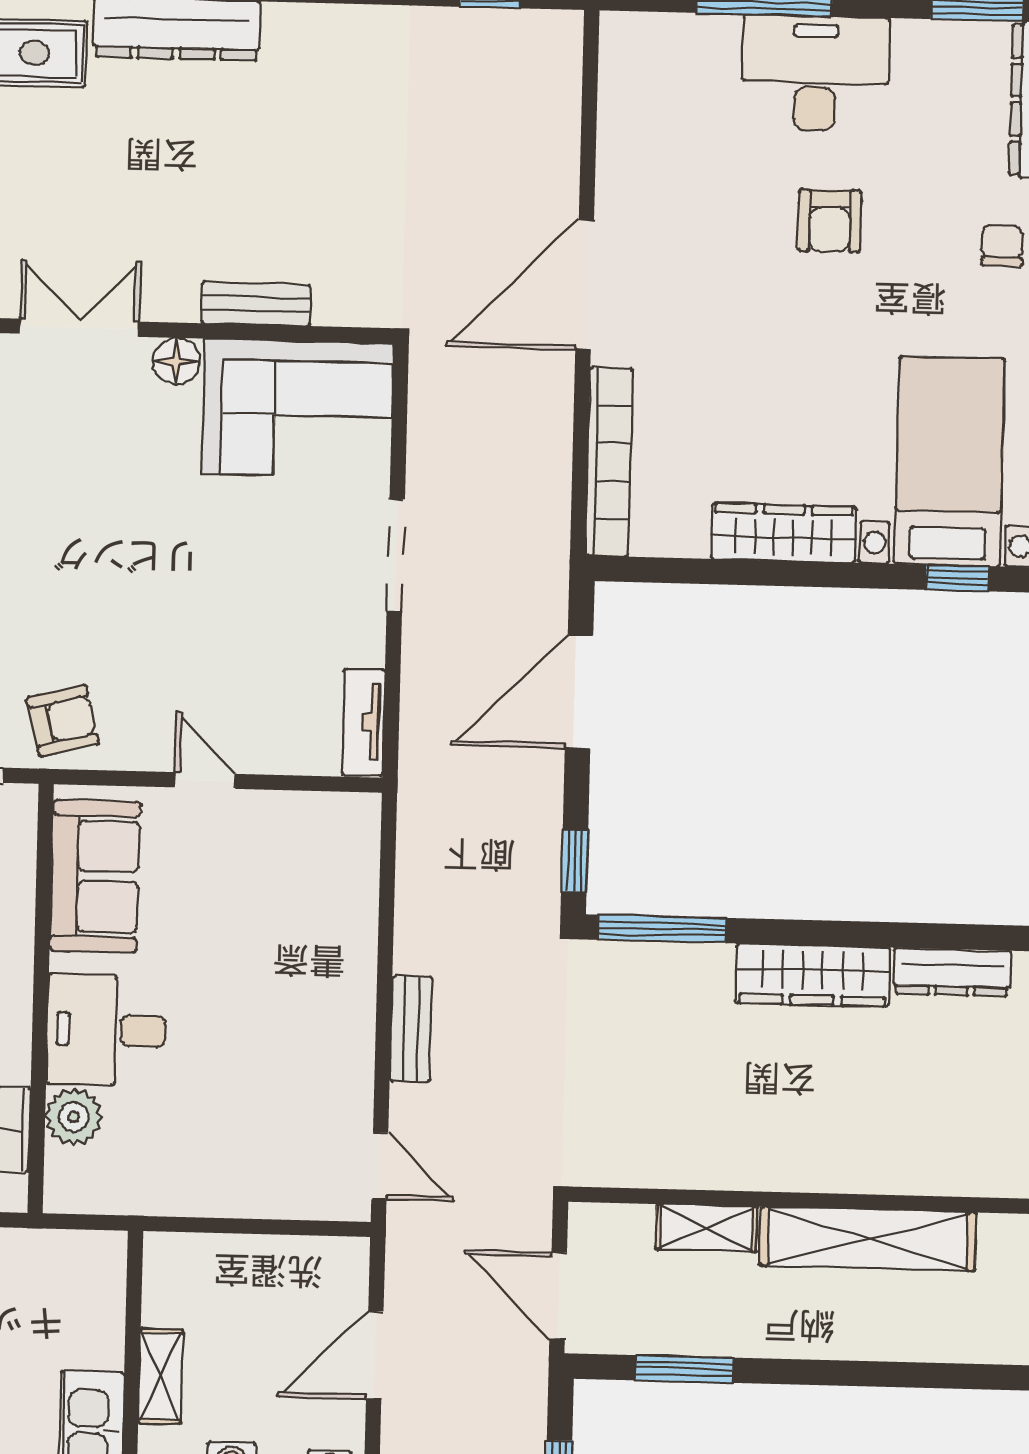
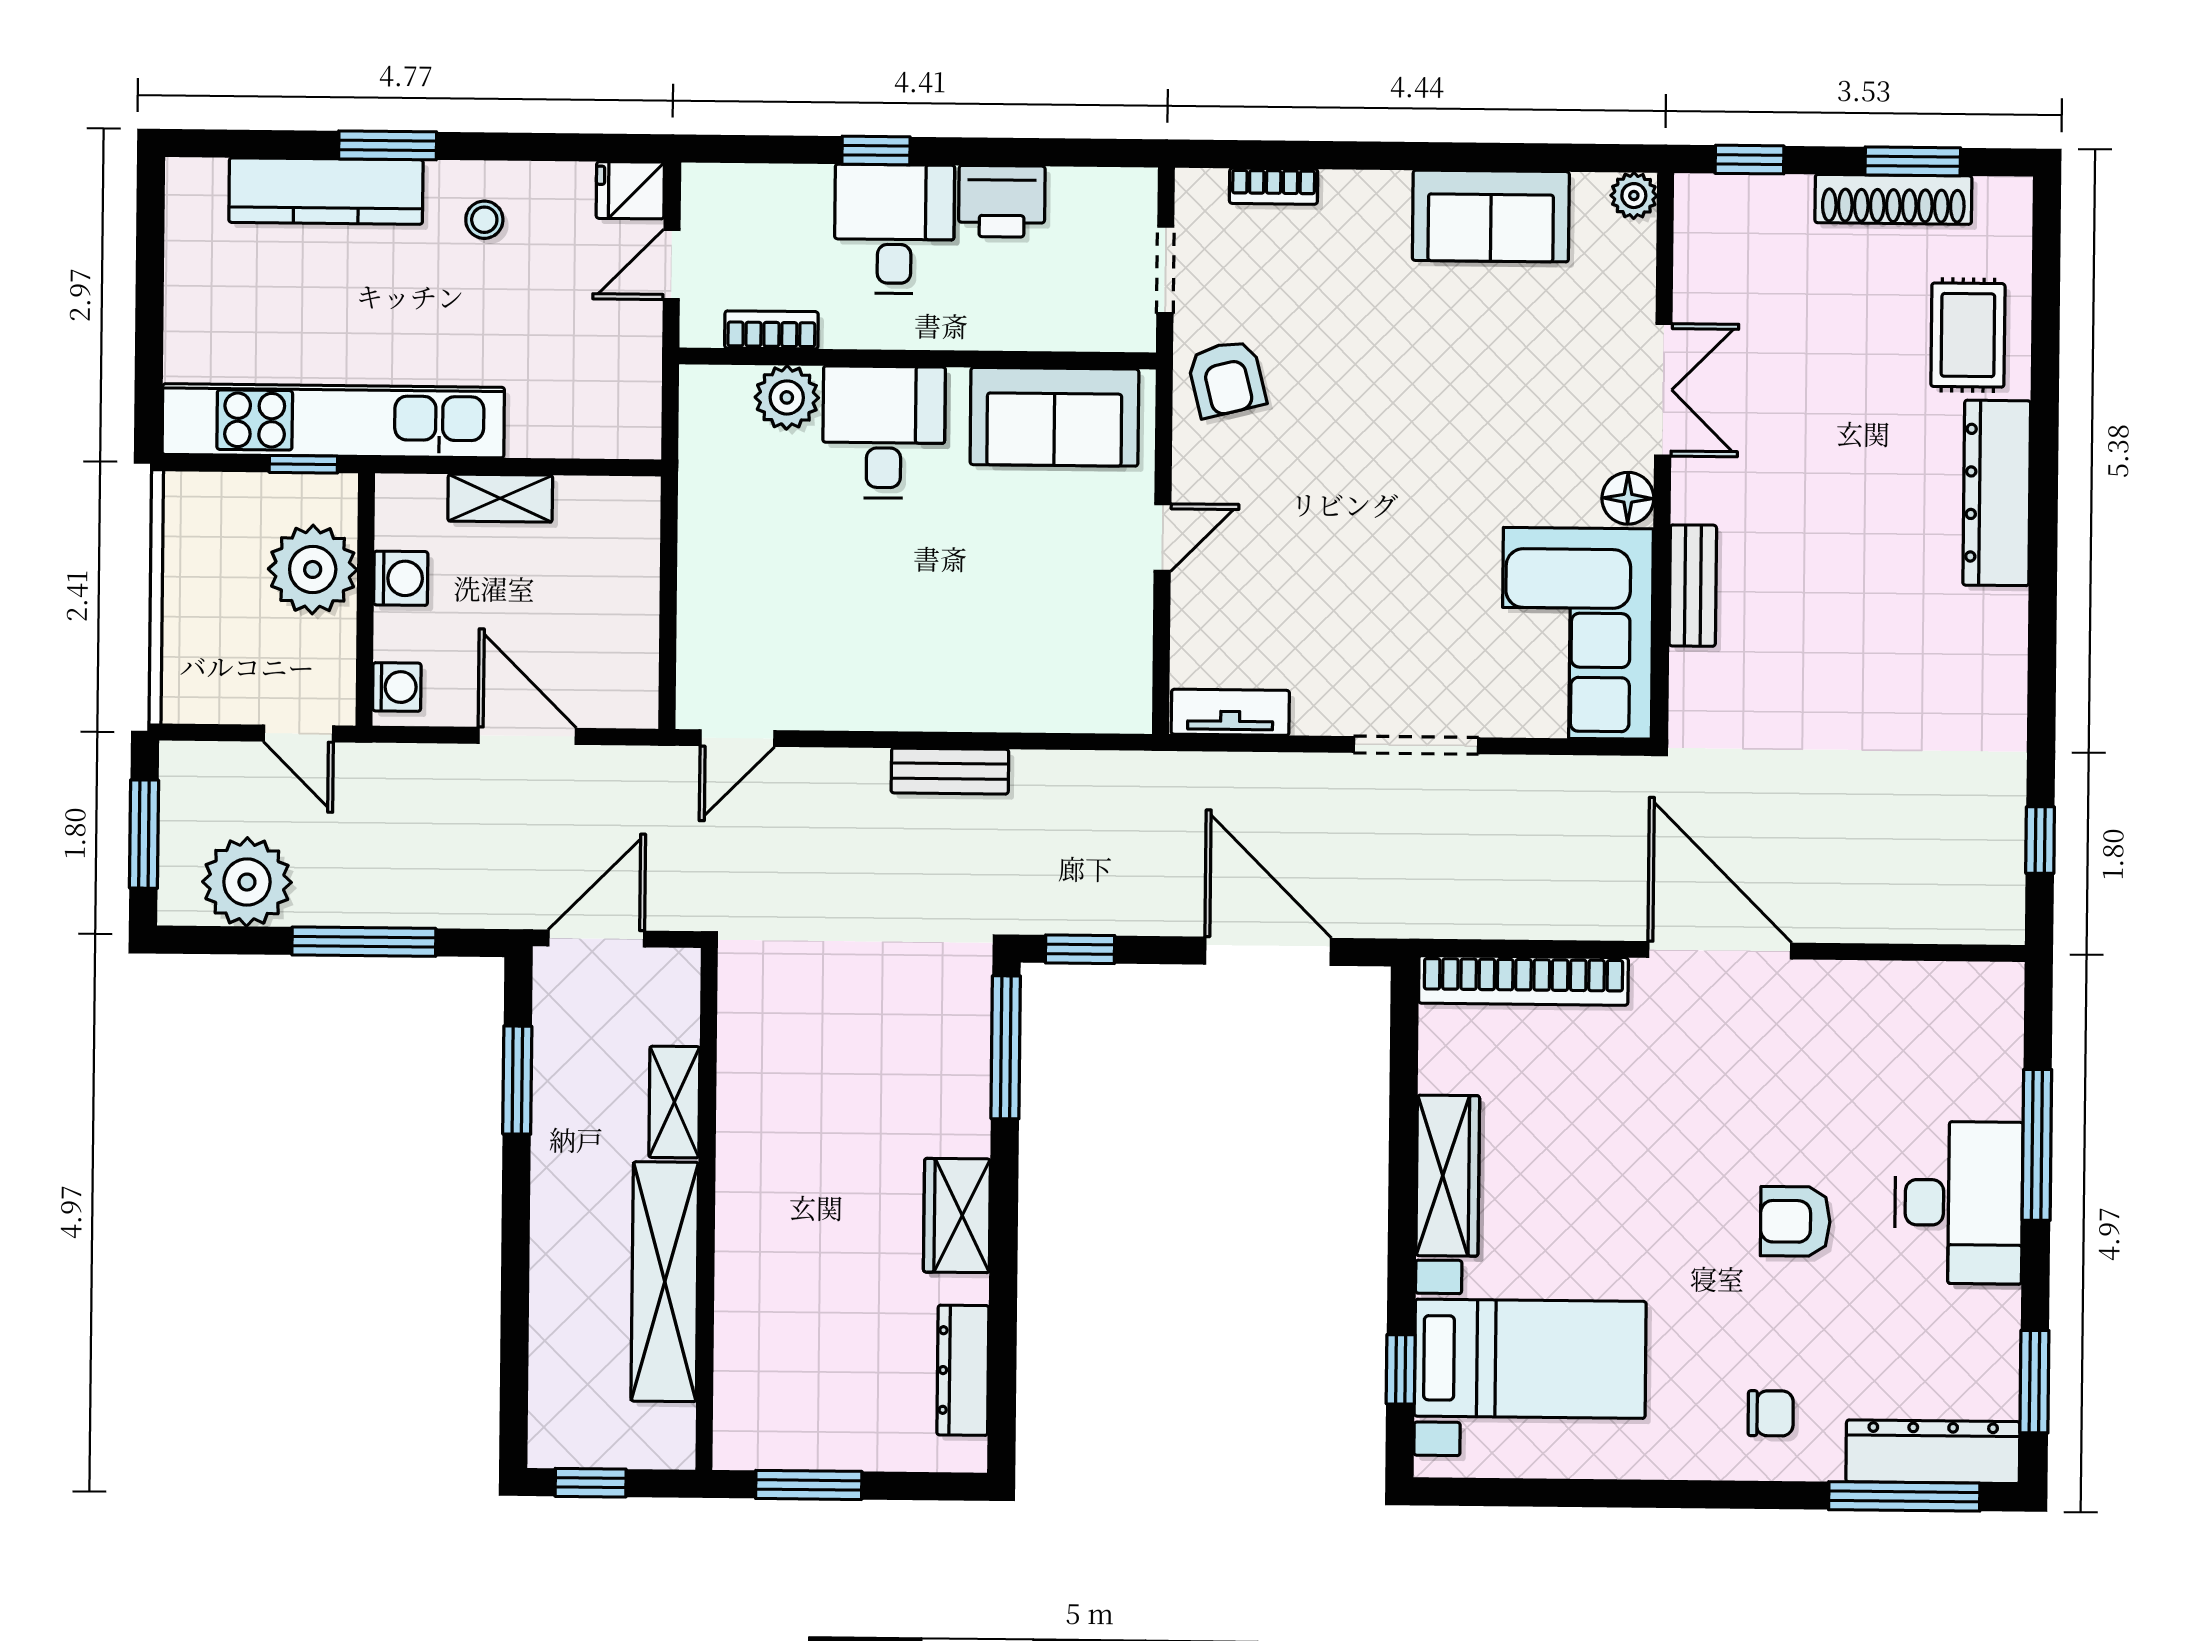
wardrobe: (813, 975) -> (957, 1216), width x0.67
bench: (411, 1029) -> (950, 771), moved

